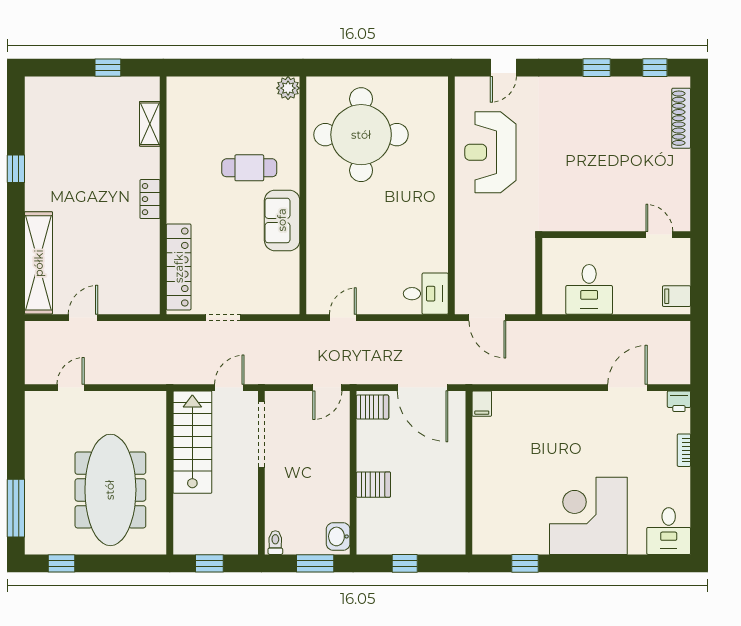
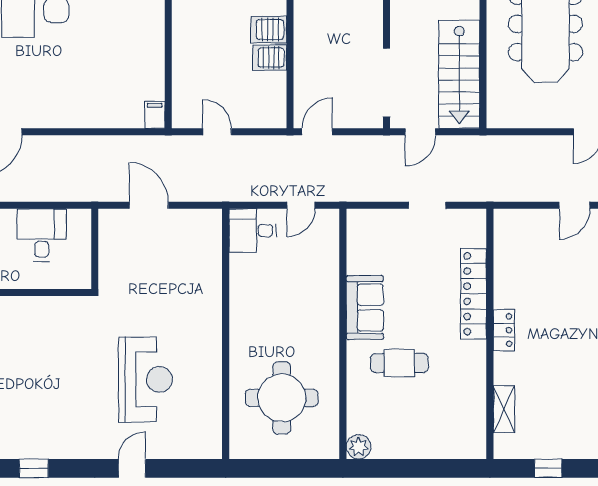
round table: (361, 135) -> (282, 398), width x0.73, depth x0.73
wall: (451, 195) -> (226, 334), moved
locker: (179, 267) -> (474, 294), moved
desk: (426, 294) -> (253, 231), moved
door: (423, 388) -> (217, 132), width x0.53
server rack: (372, 407) -> (270, 58), moved

